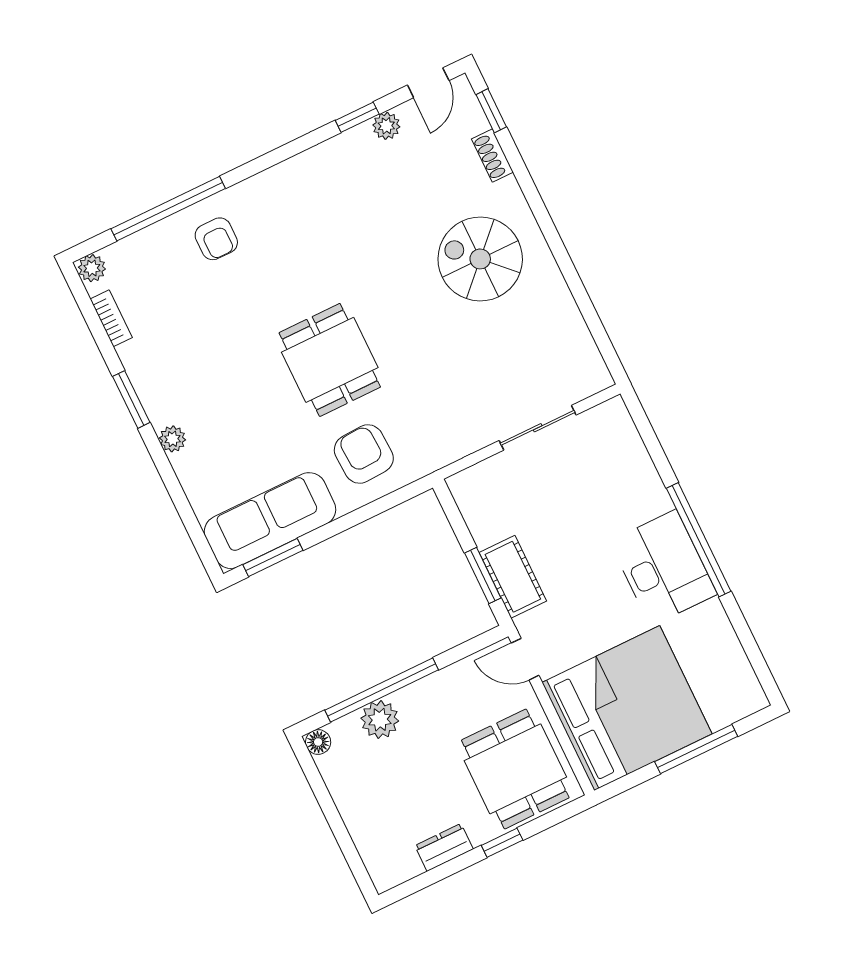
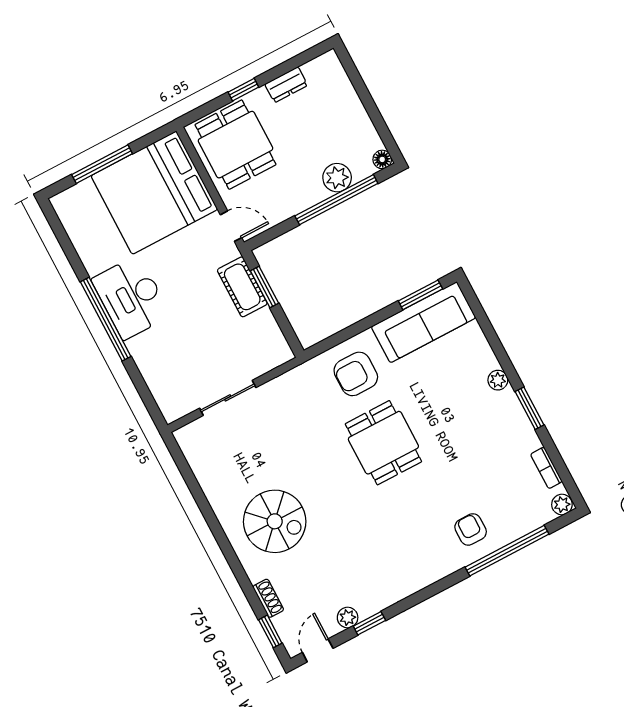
armchair: (364, 454) -> (356, 374), turned 93

